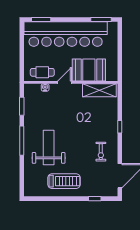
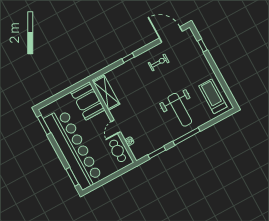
booth: (89, 70) -> (88, 101), moved
door: (64, 82) -> (116, 127), hinge flipped
weight bench: (49, 147) -> (180, 110), turned -90
treadmill: (64, 181) -> (213, 96), moved

